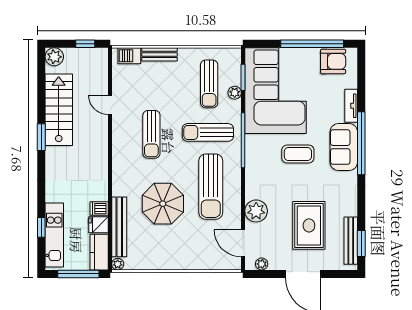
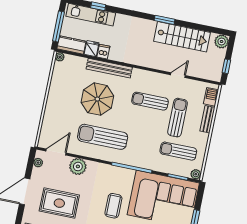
plant: (235, 93) -> (196, 174), moved
sun lounger: (208, 132) -> (178, 118), moved
bench: (119, 227) -> (109, 68), moved

